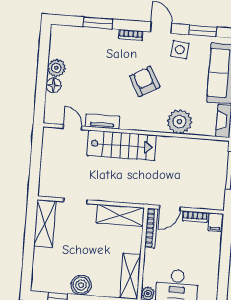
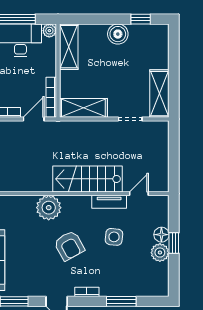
side table: (180, 50) -> (114, 237), moved
window: (42, 76) -> (174, 243), added
plant: (179, 122) -> (49, 208), moved
door: (73, 127) -> (139, 194), swing flipped

